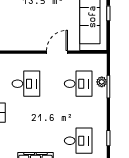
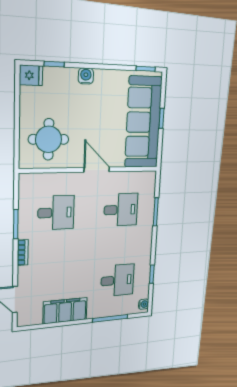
round table: (19, 30) -> (49, 139), added
door: (57, 52) -> (97, 170), hinge flipped
plant: (102, 82) -> (148, 206), removed

